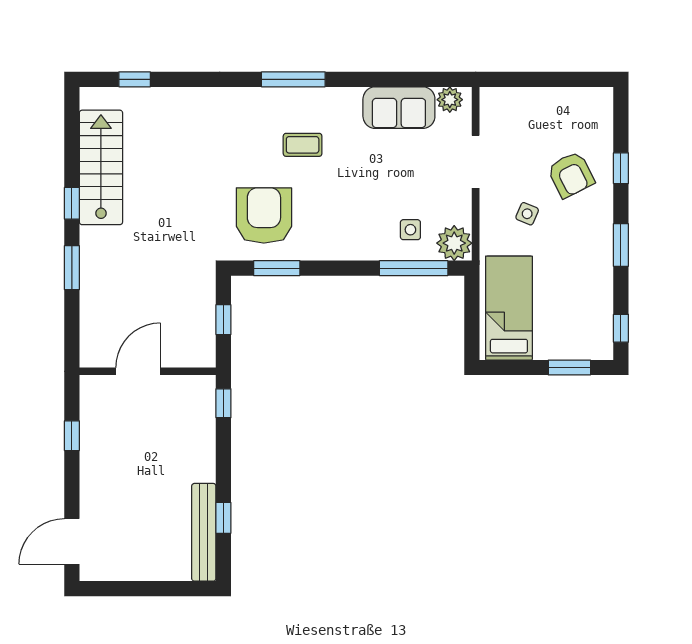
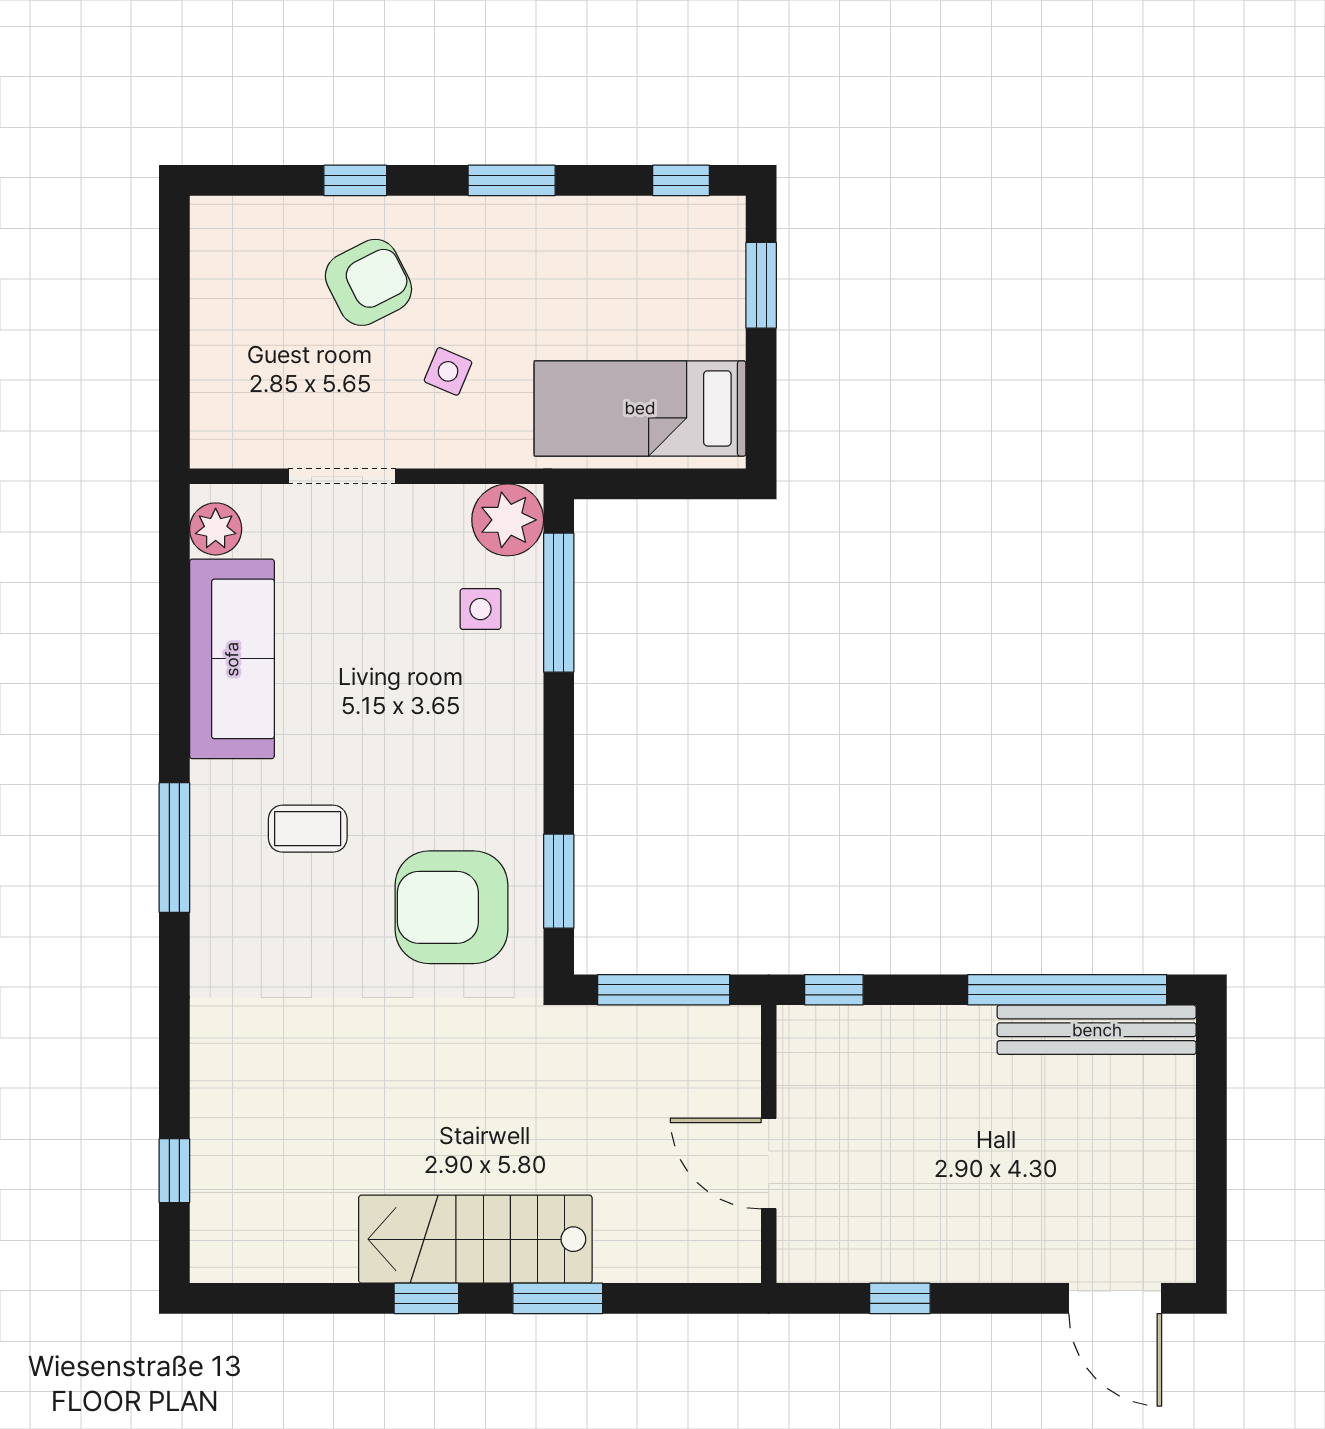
sofa: (399, 108) -> (232, 659), width x1.36
coffee table: (303, 145) -> (308, 829), turned 90
stairs: (101, 167) -> (475, 1239), moved
window: (223, 320) -> (664, 990), width x2.17
window: (223, 518) -> (1067, 990), width x3.17

